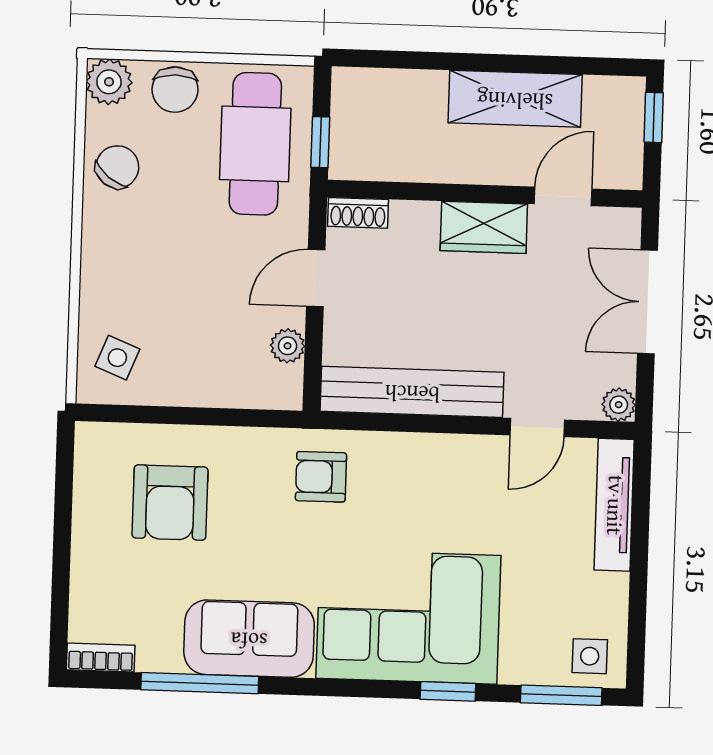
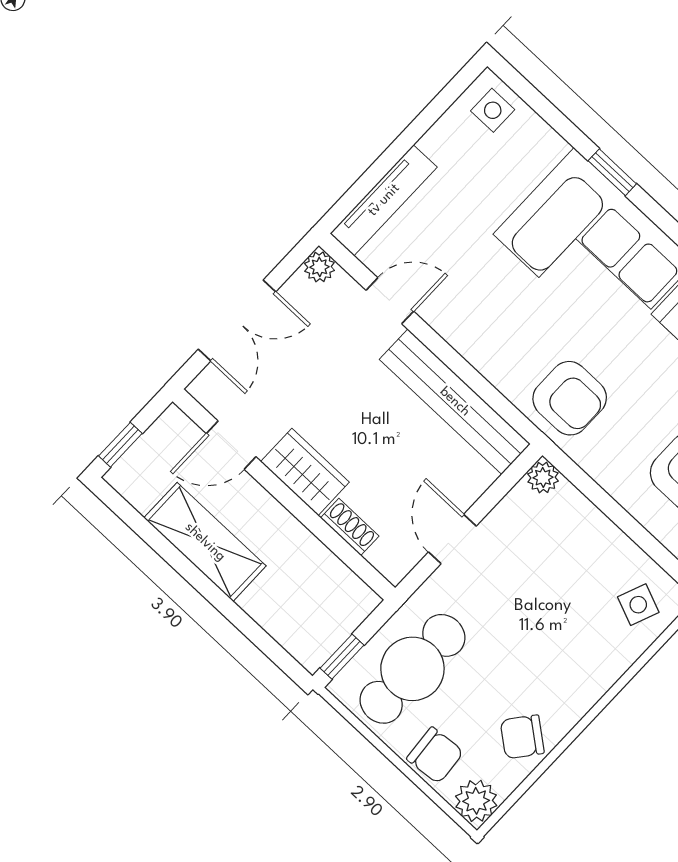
chair: (175, 90) -> (435, 755), turned 85
window: (320, 142) -> (342, 657), moved
shoe rack: (358, 213) -> (350, 527), moved
door: (316, 278) -> (452, 539), swing flipped
plant: (288, 346) -> (543, 477), moved
armchair: (321, 477) -> (570, 398), width x1.38, depth x1.38
window: (561, 695) -> (536, 101), removed

